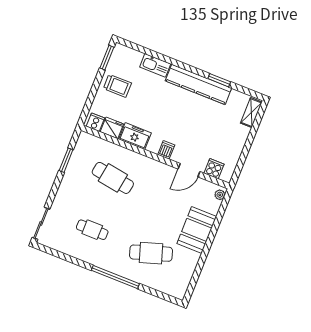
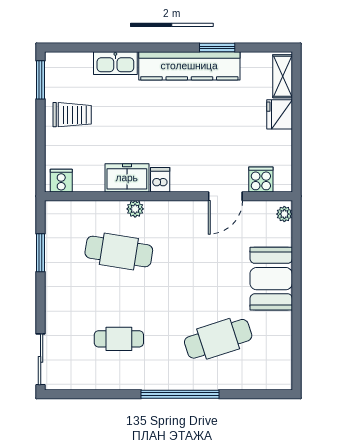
fridge: (112, 128) -> (280, 114), moved, turned -90
dishwasher: (166, 150) -> (160, 180), moved
plant: (133, 156) -> (135, 209), added

